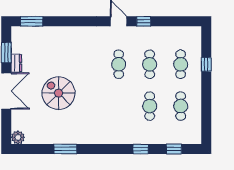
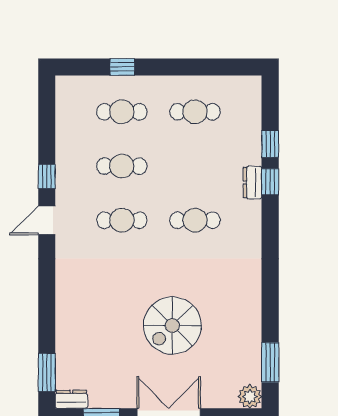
dresser: (16, 63) -> (71, 399), moved
cafe table: (150, 106) -> (195, 220), moved
dresser: (140, 139) -> (252, 183), added
window: (65, 149) -> (270, 362), moved
window: (174, 149) -> (270, 144), moved

